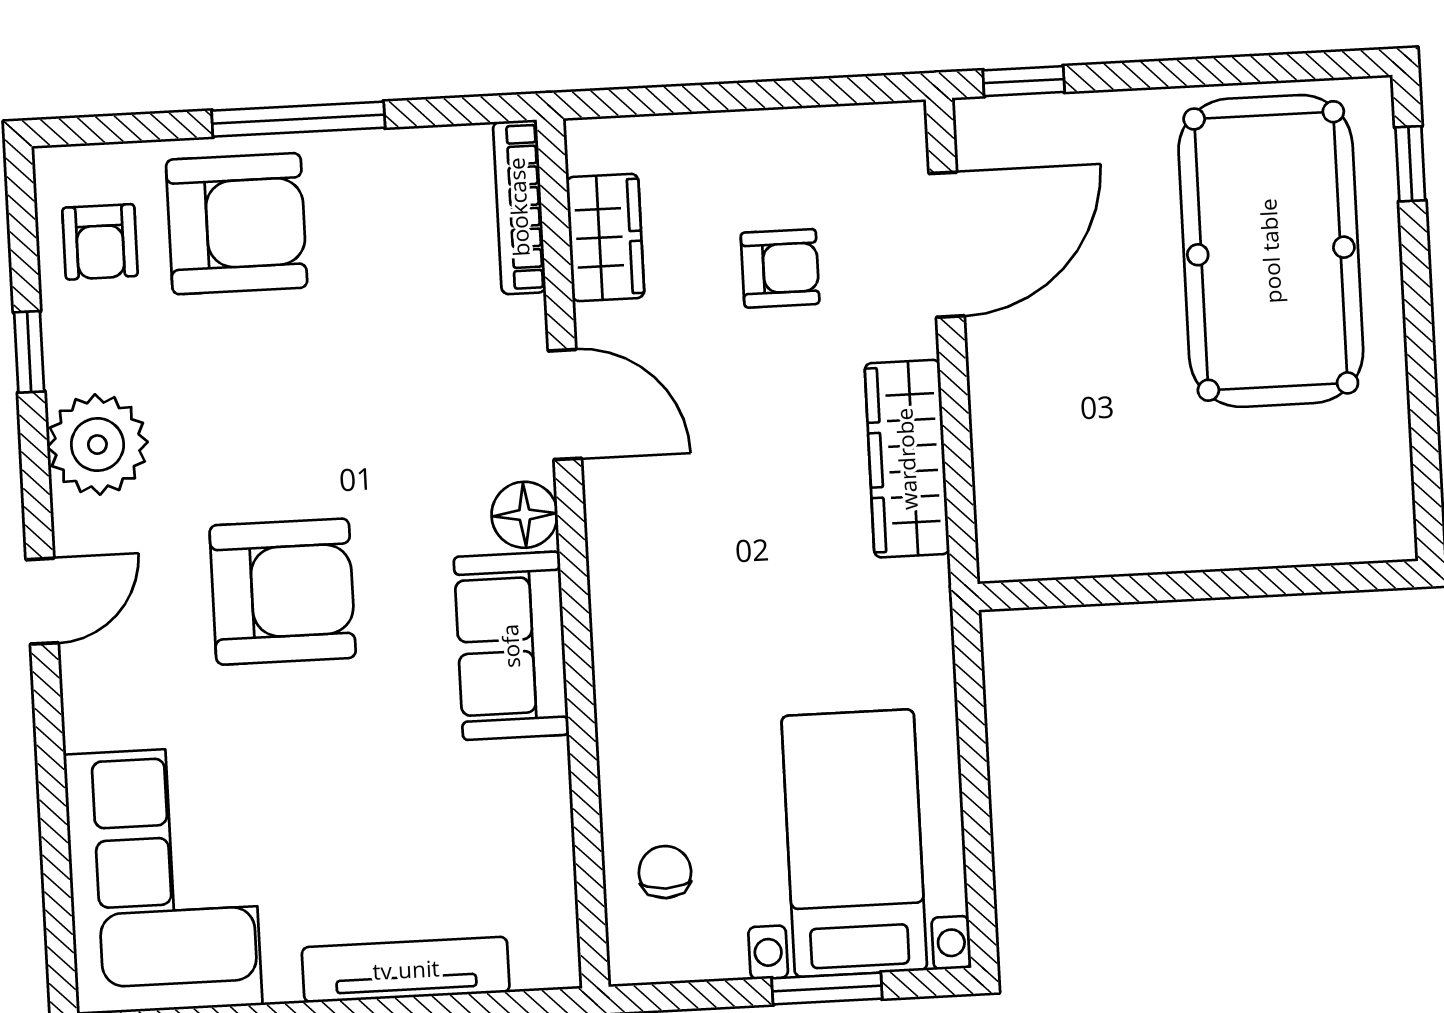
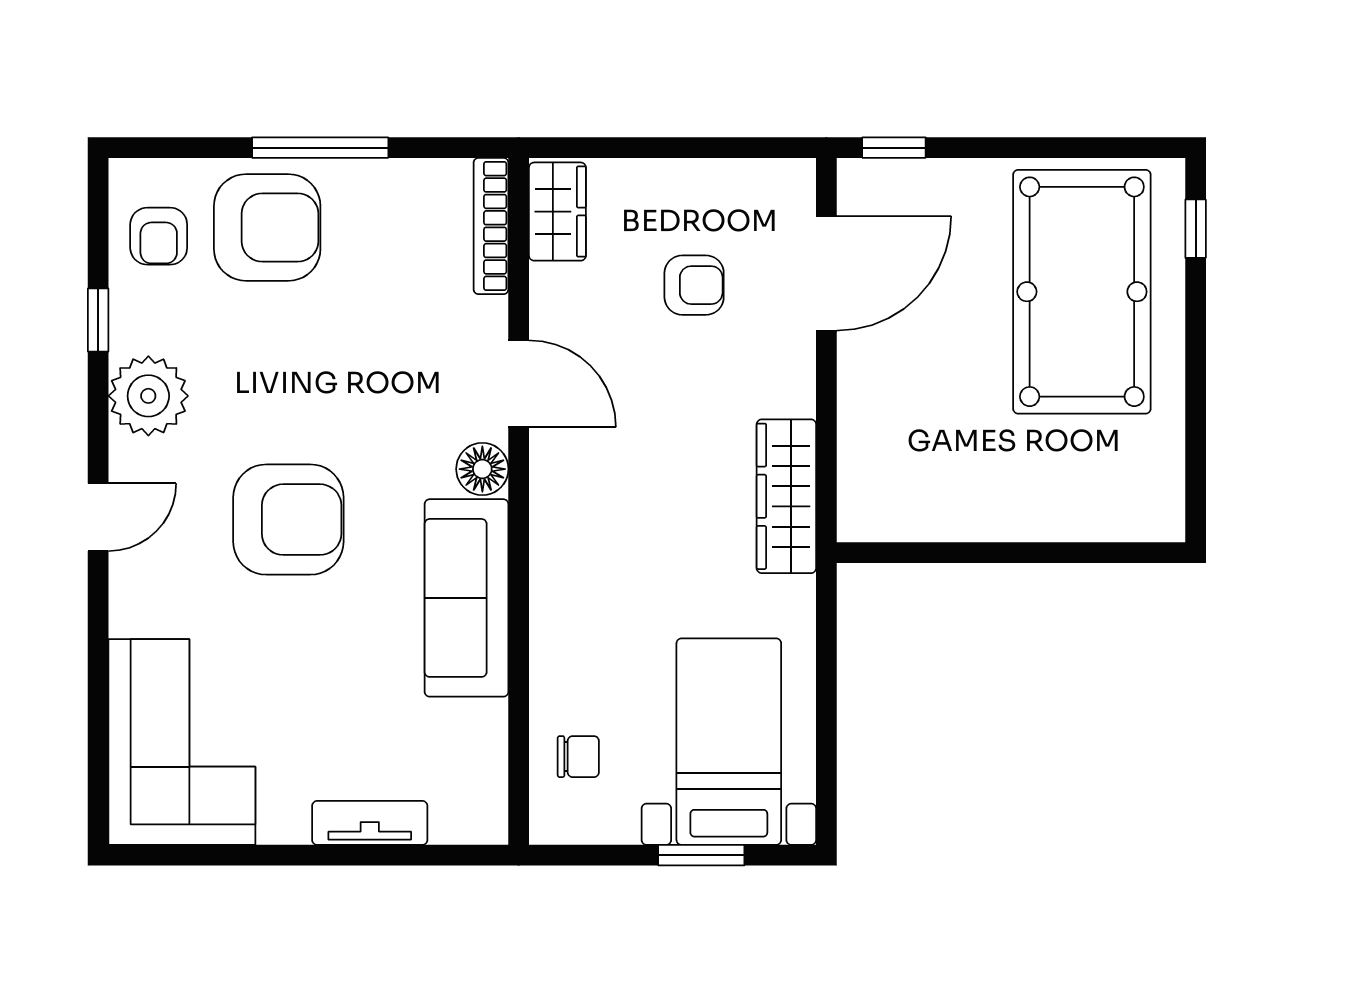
wardrobe: (605, 237) -> (557, 212), moved
wardrobe: (907, 459) -> (786, 496), moved
sofa: (511, 646) -> (466, 598), width x1.36
chair: (665, 872) -> (578, 757), turned 90
tv unit: (406, 970) -> (370, 823), width x0.71

